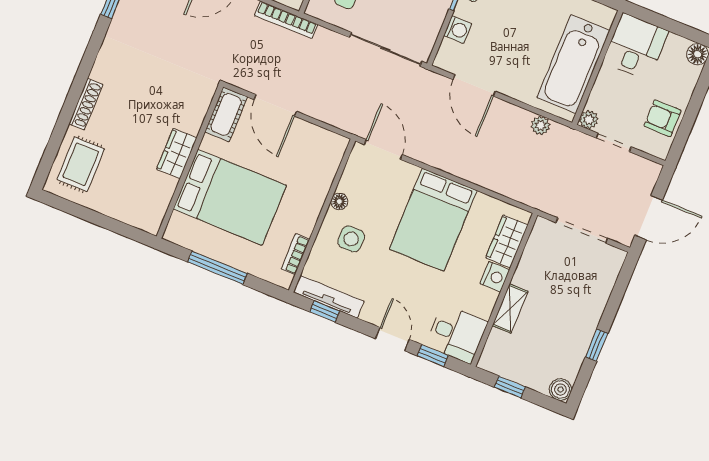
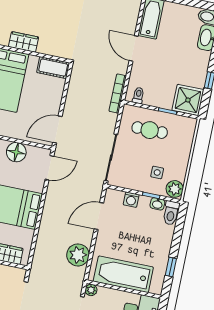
door: (275, 105) -> (57, 129), moved
plant: (541, 125) -> (78, 255), width x1.87, depth x1.87
floor lamp: (339, 201) -> (16, 152), width x1.89, depth x1.89

